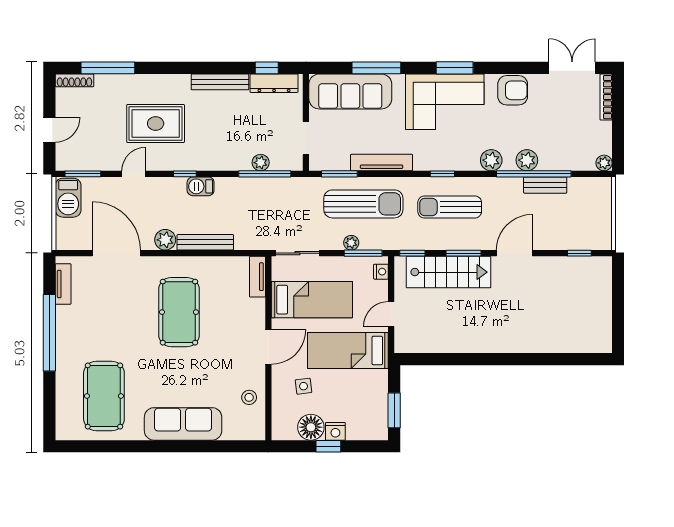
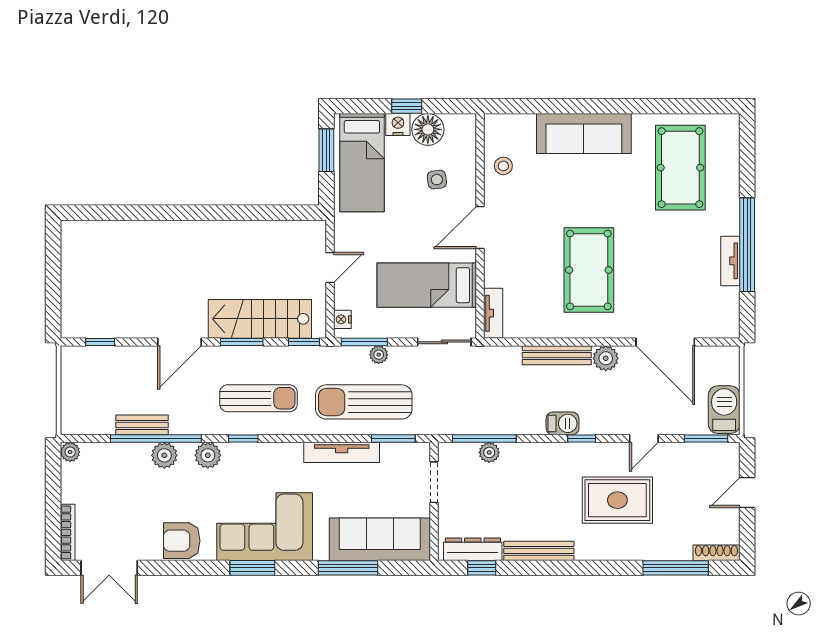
window: (442, 174) -> (243, 439), moved
tv unit: (63, 284) -> (730, 261), moved
bed: (348, 350) -> (362, 163), moved, turned 90

